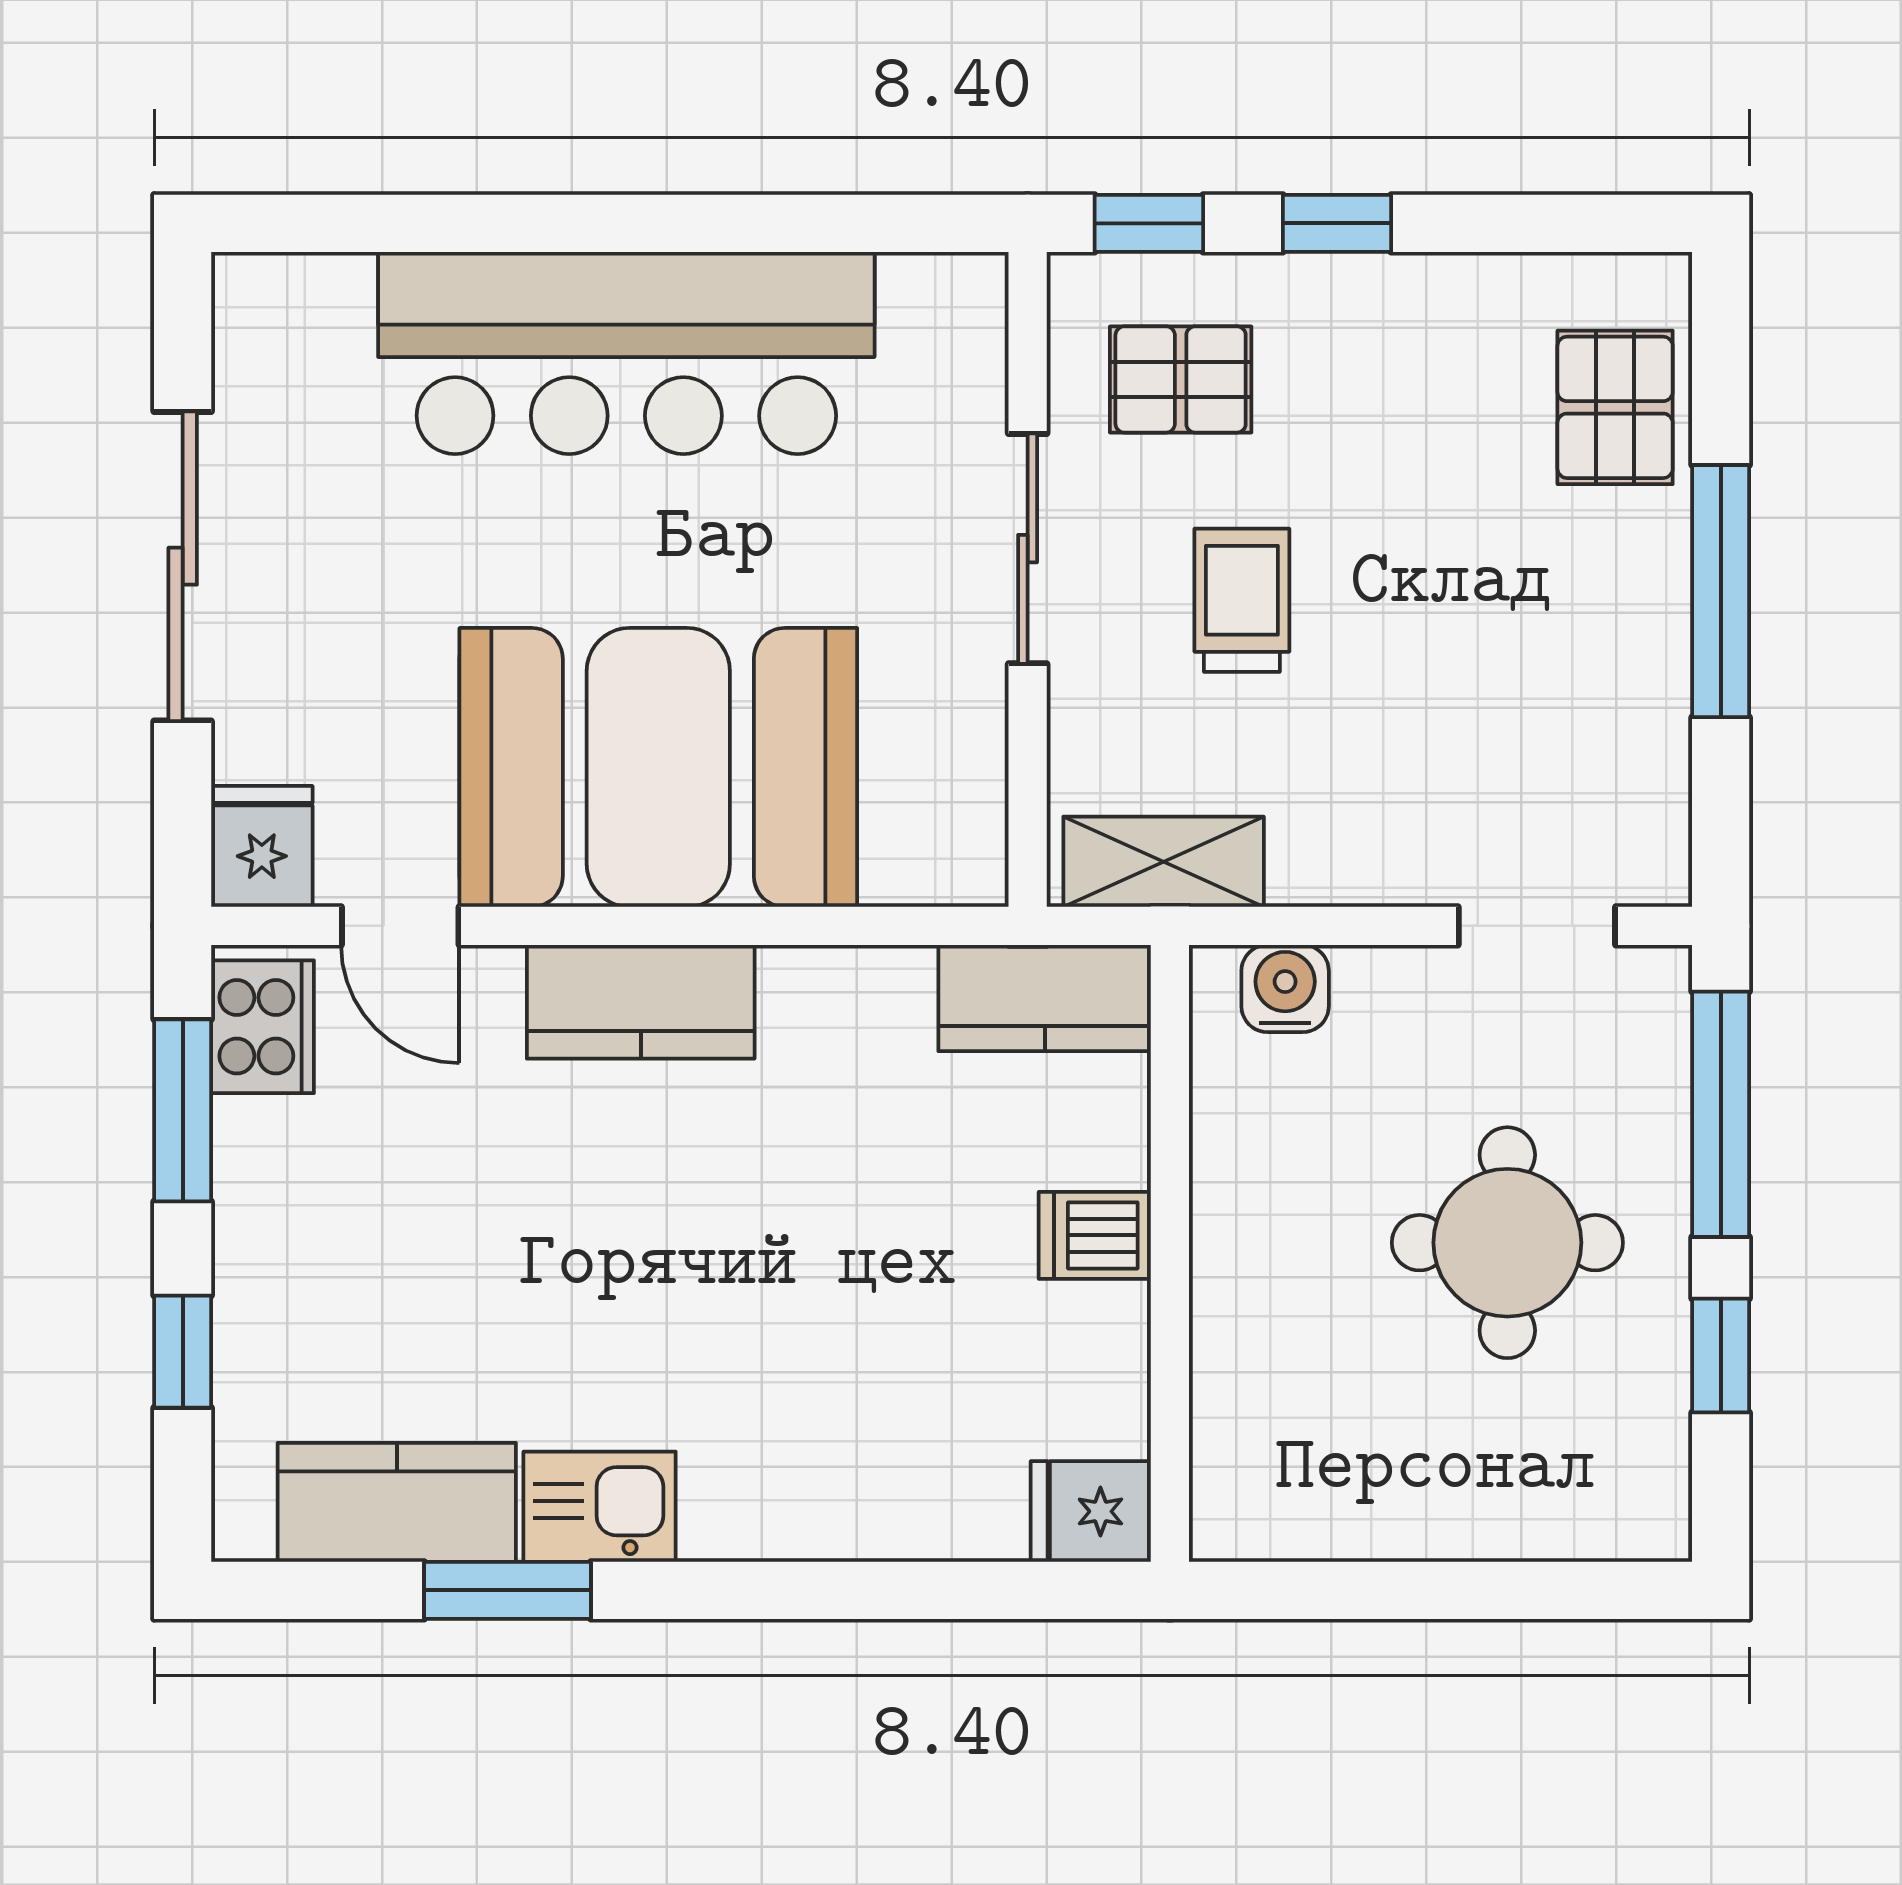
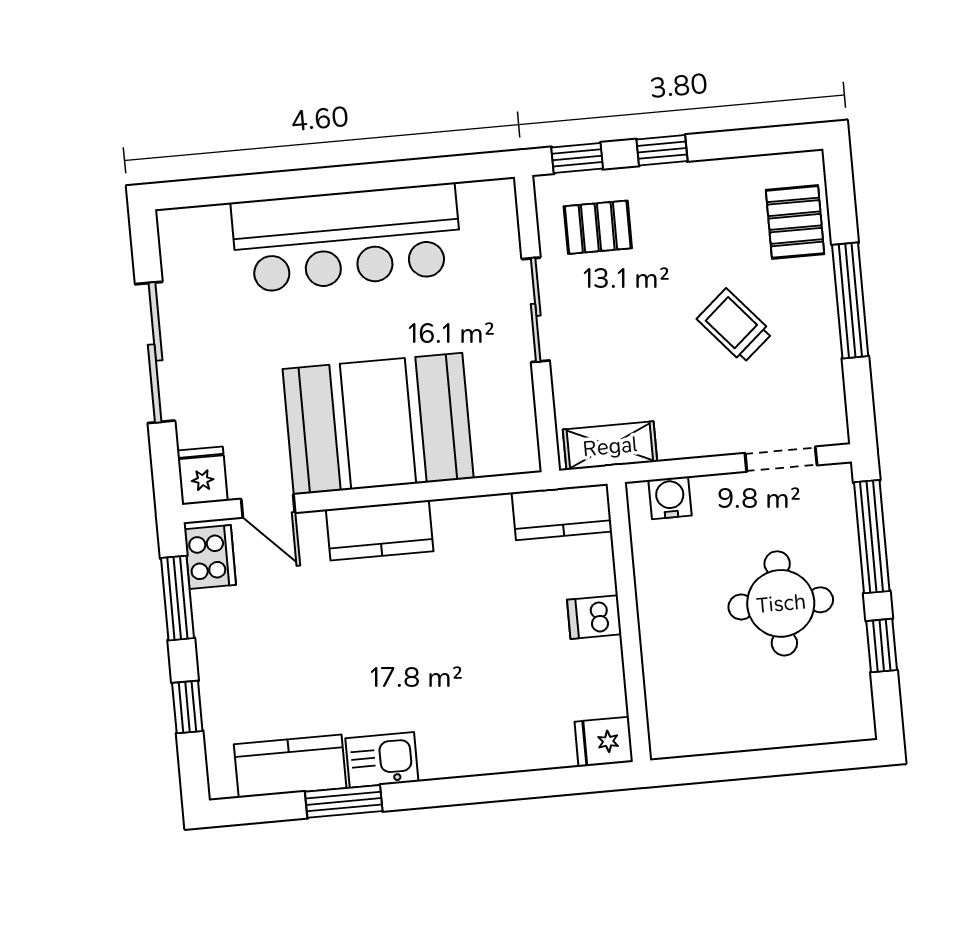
trolley: (1242, 600) -> (735, 326), moved, turned -41

